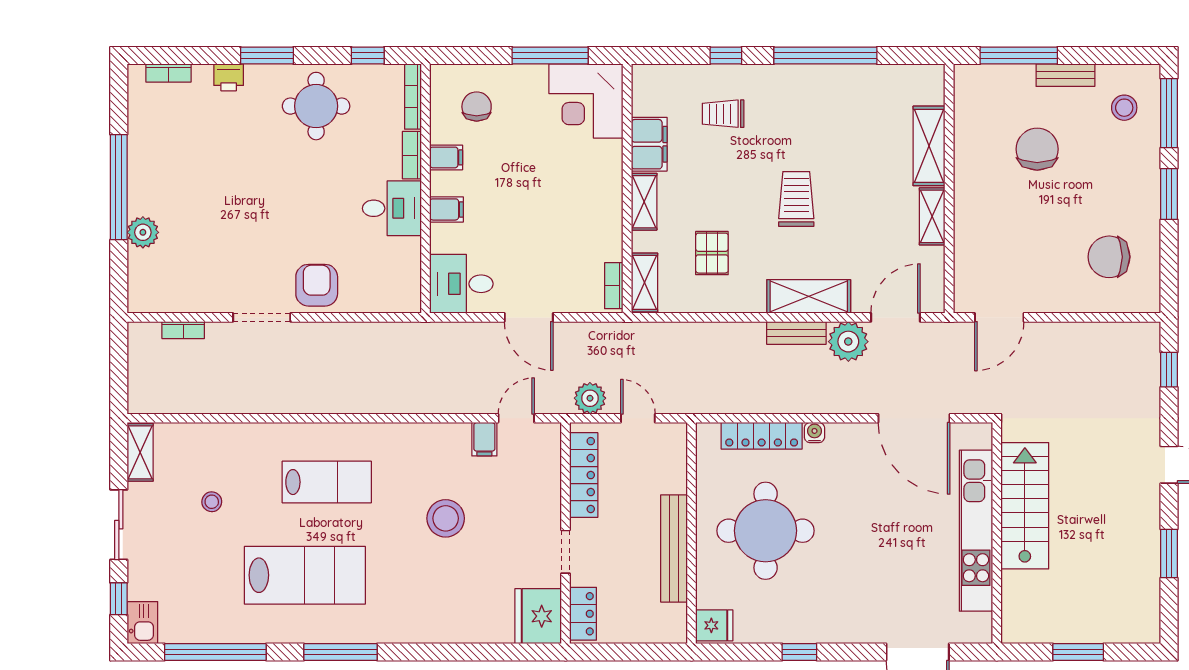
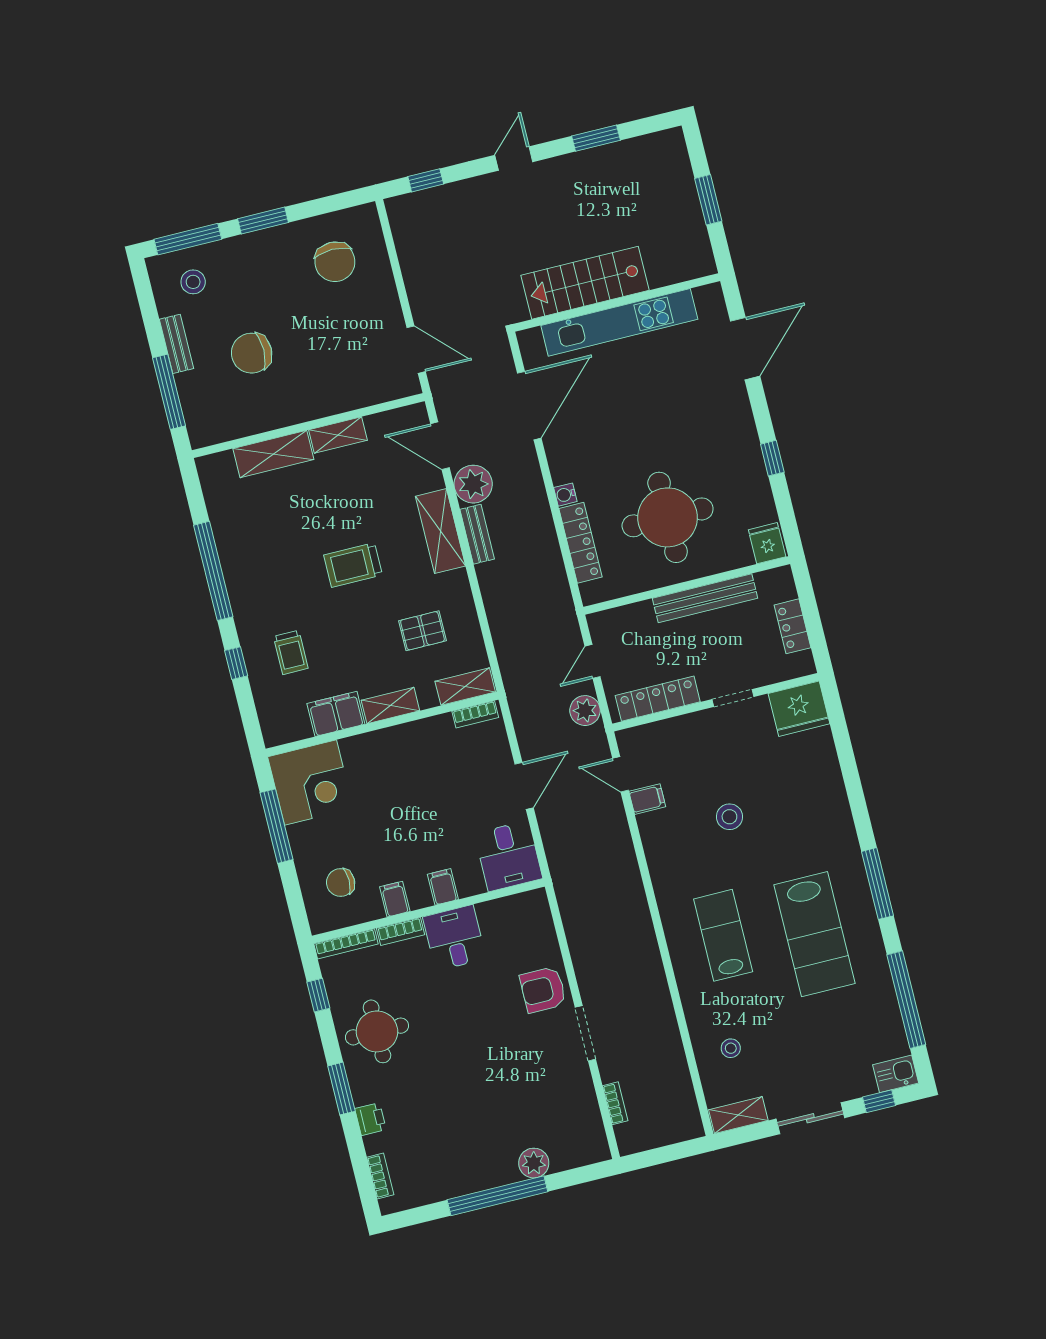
stool: (212, 502) -> (731, 1048), moved
stool: (446, 518) -> (729, 817), width x0.73, depth x0.73
lab bench: (305, 575) -> (814, 934), turned 180
locker: (583, 614) -> (792, 626), moved, turned -90

